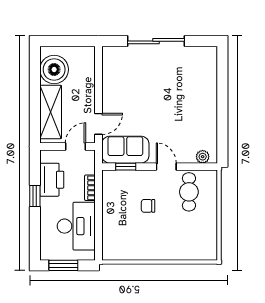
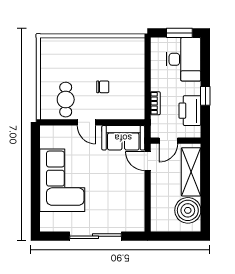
corner sofa: (193, 103) -> (62, 180), added
door: (98, 124) -> (148, 161), hinge flipped
plant: (203, 157) -> (53, 131), removed
window: (126, 167) -> (123, 122), removed
desk: (76, 226) -> (184, 59), moved, turned 180

